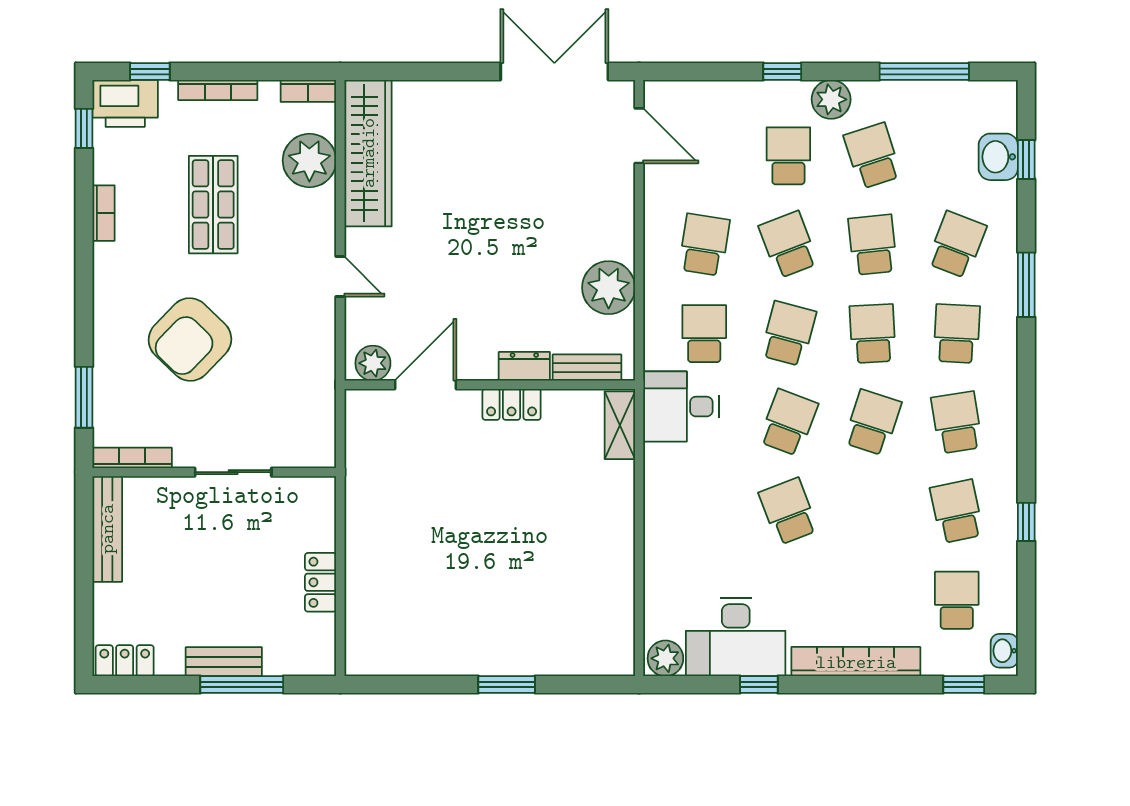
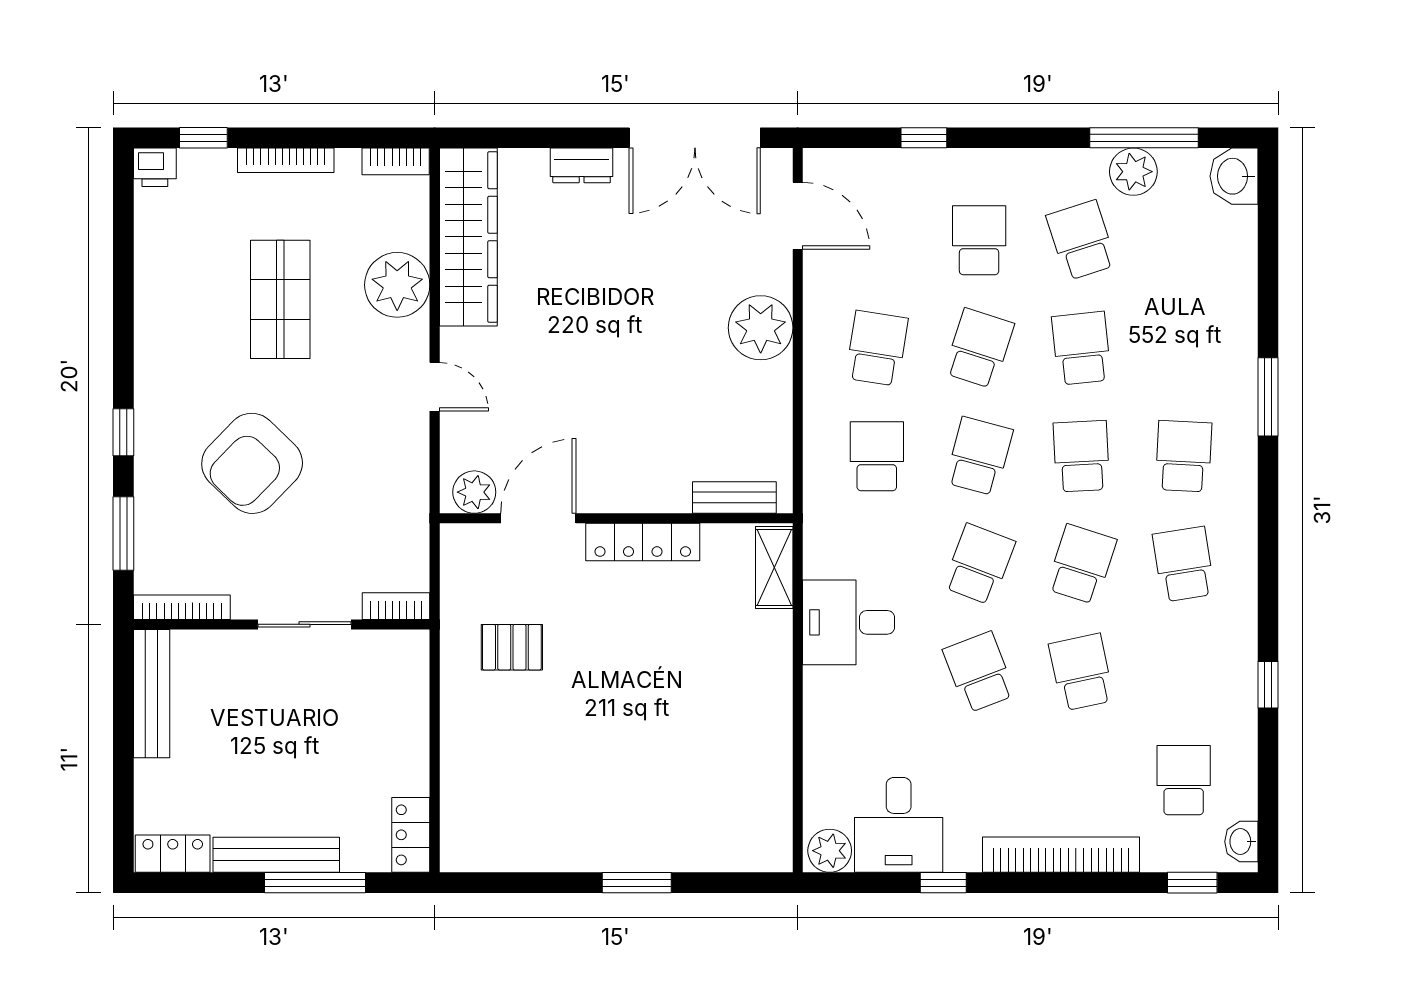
double door: (554, 71) -> (695, 138), swing flipped
window: (782, 71) -> (924, 138), moved
plant: (831, 99) -> (1133, 172), moved
printer: (125, 103) -> (155, 167), width x0.53, depth x0.68
window: (84, 128) -> (123, 432), moved
washbasin: (998, 157) -> (1234, 176), moved
plant: (309, 160) -> (397, 285), moved
window: (1026, 160) -> (1268, 245), removed
bookcase: (104, 213) -> (396, 606), moved, turned -90
school desk: (788, 245) -> (979, 348), turned 39
school desk: (957, 245) -> (1184, 348), removed
plant: (609, 288) -> (761, 328), moved
dresser: (524, 366) -> (582, 165), moved, turned 180
locker: (512, 404) -> (643, 542), width x1.53
desk: (681, 407) -> (849, 622), moved
pallet: (404, 491) -> (512, 647), added
school desk: (957, 511) -> (1081, 672), moved
locker: (321, 582) -> (411, 835), moved
desk: (736, 637) -> (899, 825), width x0.73
bench: (224, 662) -> (276, 855), width x1.36

